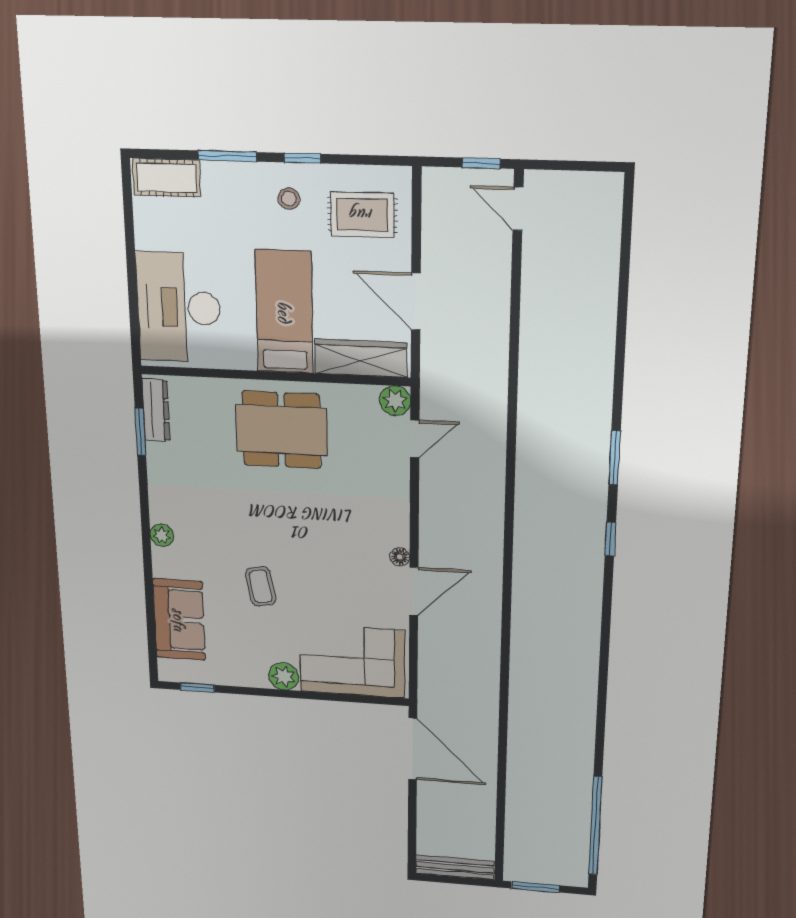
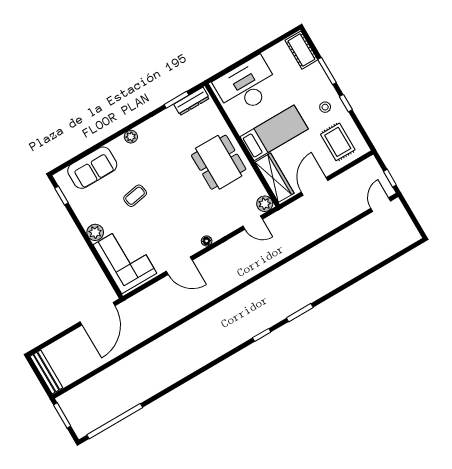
floor lamp: (400, 557) -> (207, 241), moved

